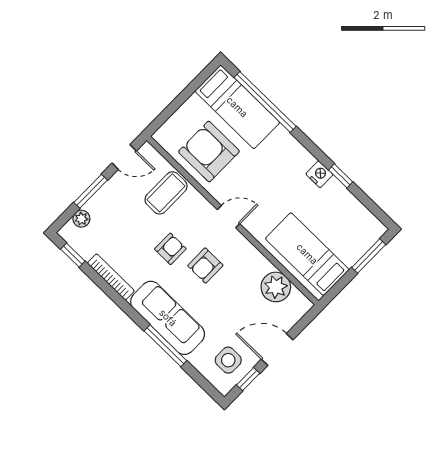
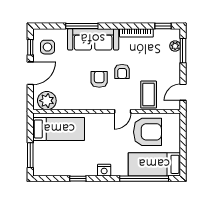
nightstand: (319, 174) -> (104, 170), moved
window: (91, 191) -> (183, 51), moved
door: (229, 217) -> (123, 111), moved
plant: (276, 287) -> (47, 101), moved

